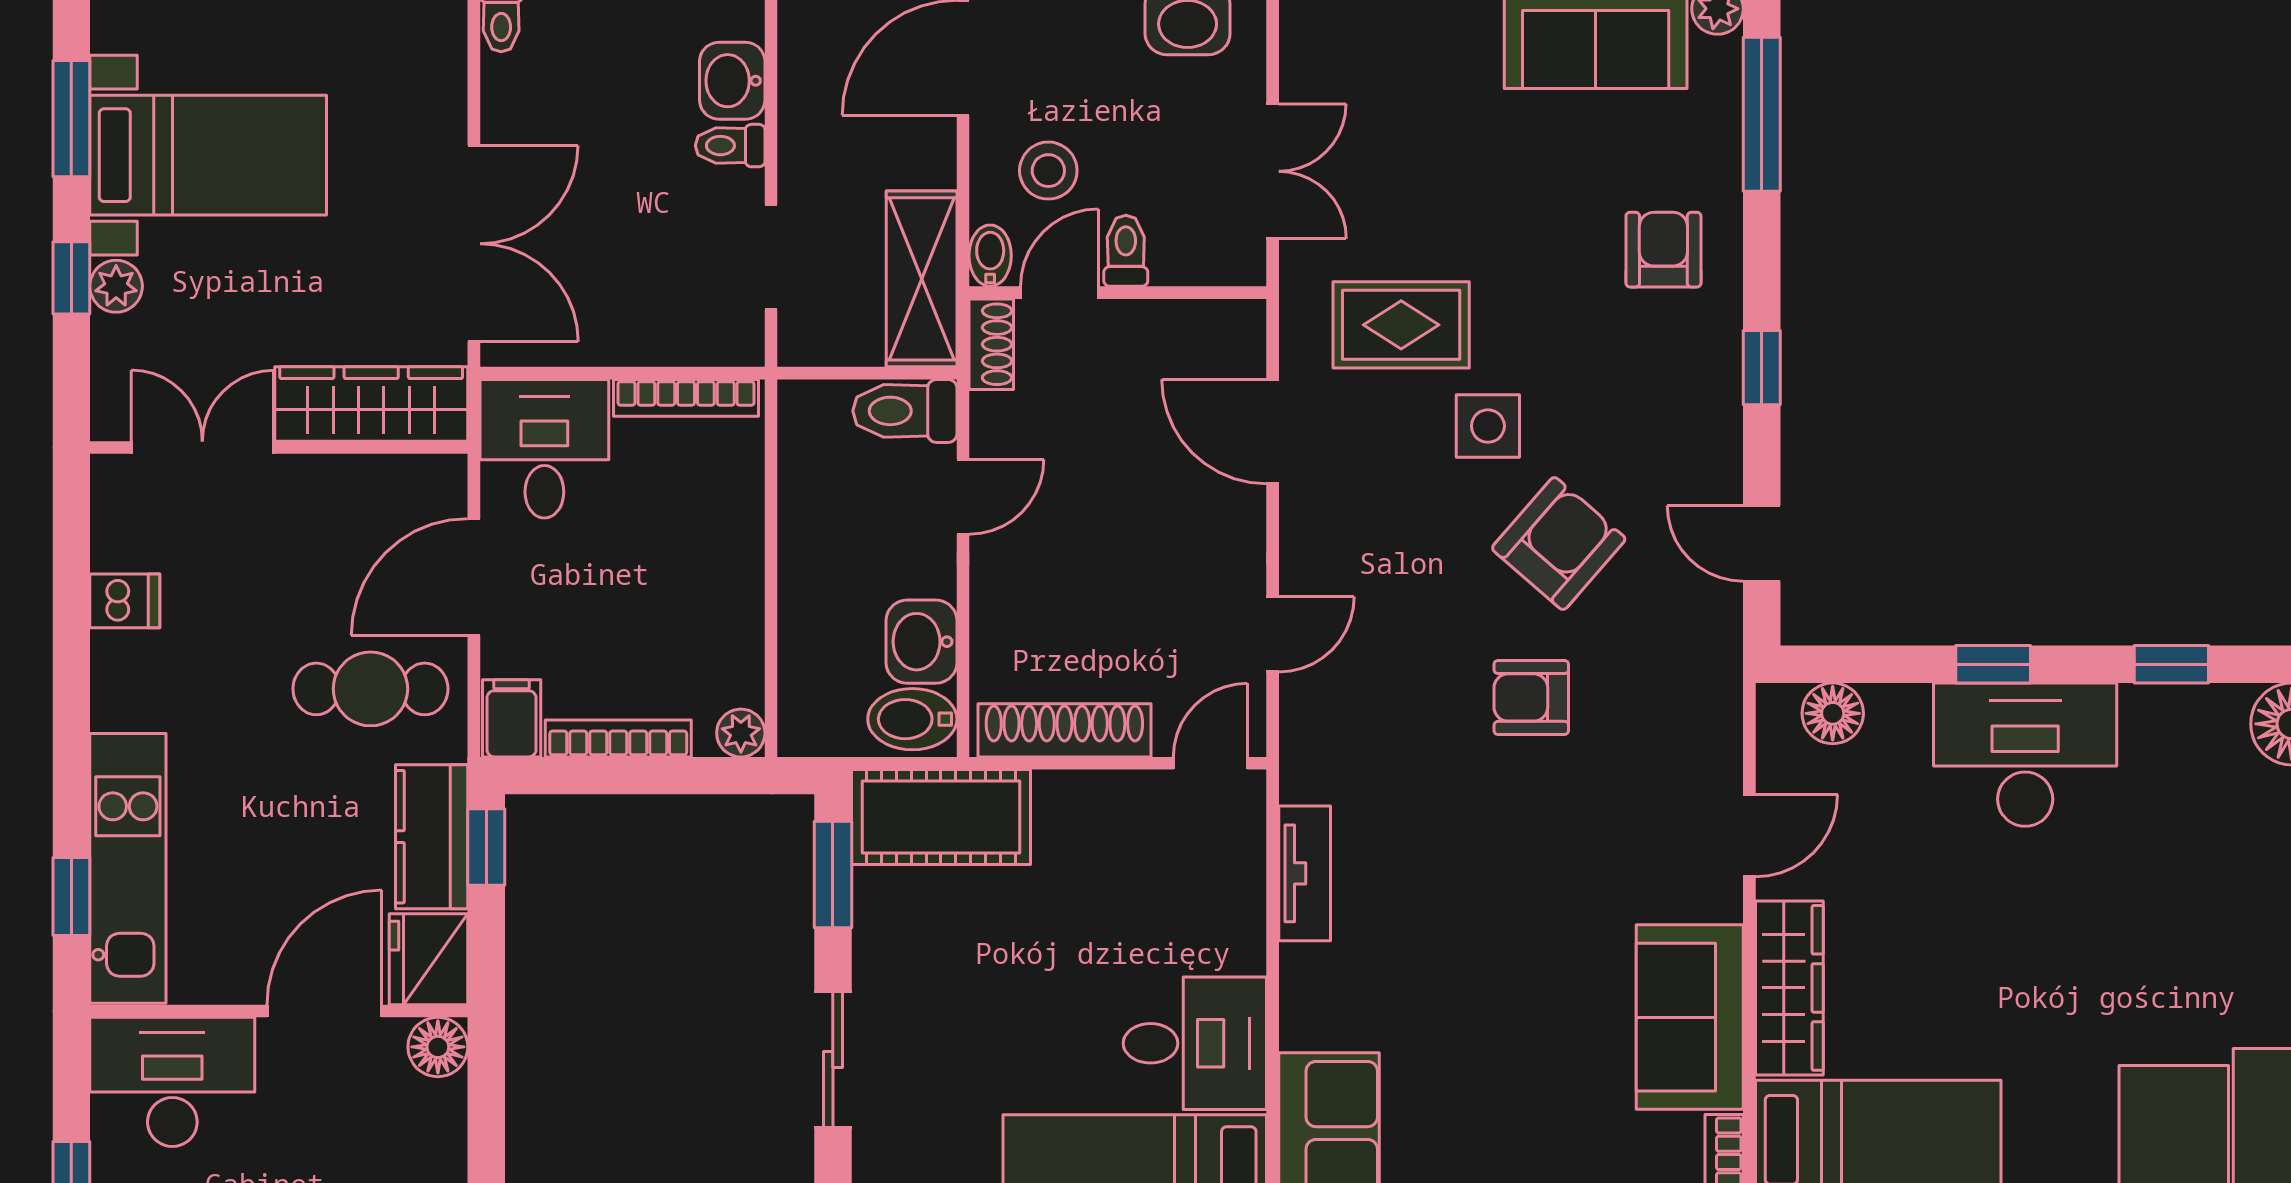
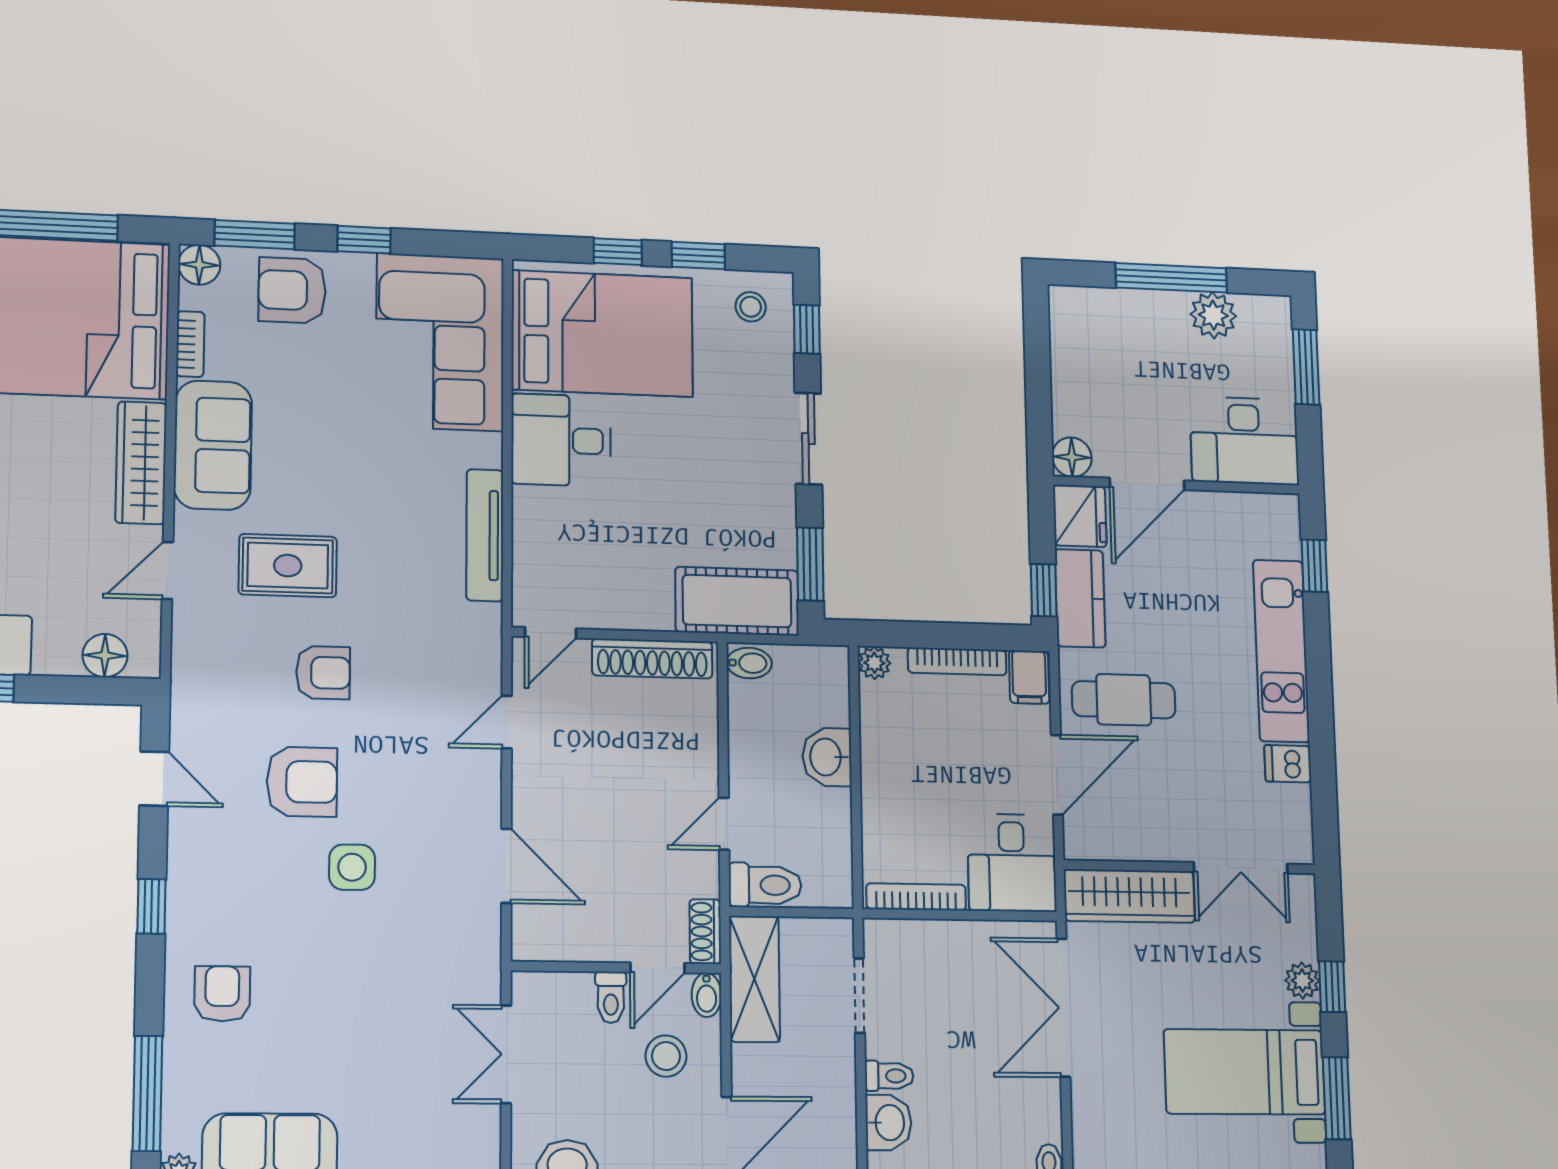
armchair: (1663, 250) -> (222, 994), turned 180
rug: (1401, 325) -> (288, 566), moved
armchair: (1559, 544) -> (302, 782), turned -131
washbasin: (921, 642) -> (827, 757), moved, turned 180
bidet: (912, 719) -> (749, 663), width x0.72, depth x0.74
kitchen unit: (128, 868) -> (1281, 651), moved
tv unit: (1305, 873) -> (485, 535), width x1.41

